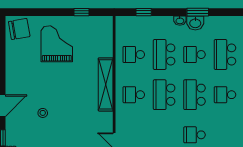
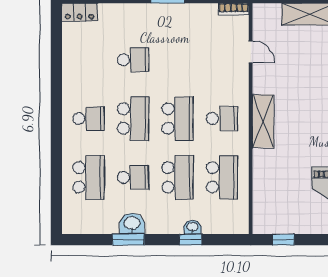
window: (81, 12) -> (283, 240), moved
window: (144, 12) -> (191, 240), moved
washbasin: (180, 21) -> (193, 227), moved
school desk: (134, 55) -> (222, 177), width x1.85
shelving: (106, 84) -> (263, 121), width x0.68

